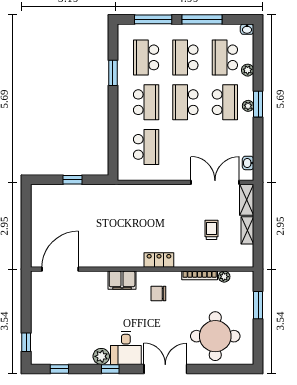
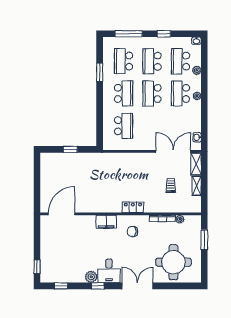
window: (202, 19) -> (164, 34), width x0.46
school desk: (225, 102) -> (180, 93), turned 180
window: (258, 104) -> (204, 95), removed

